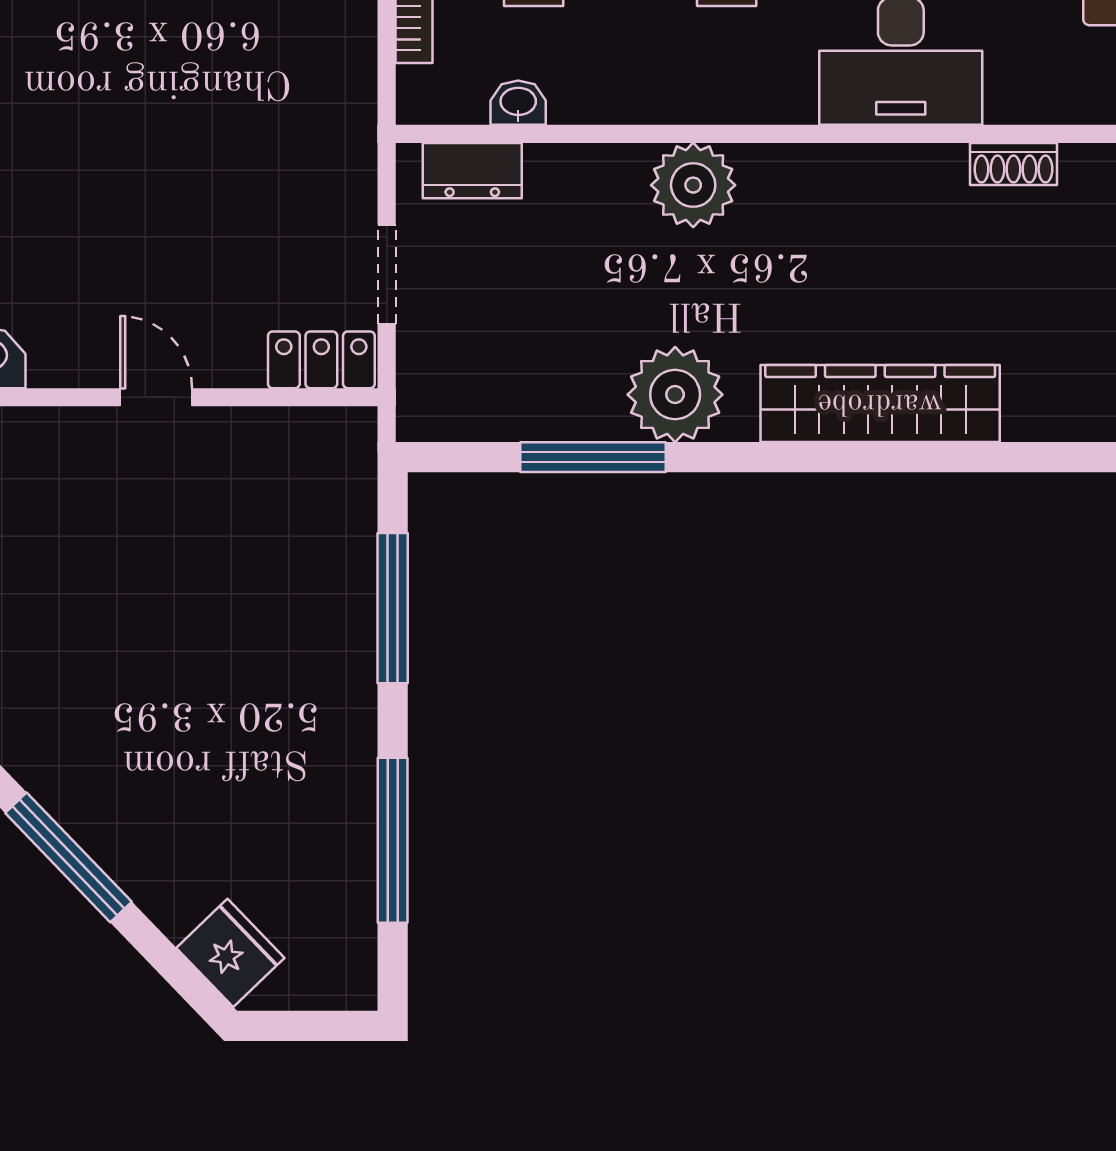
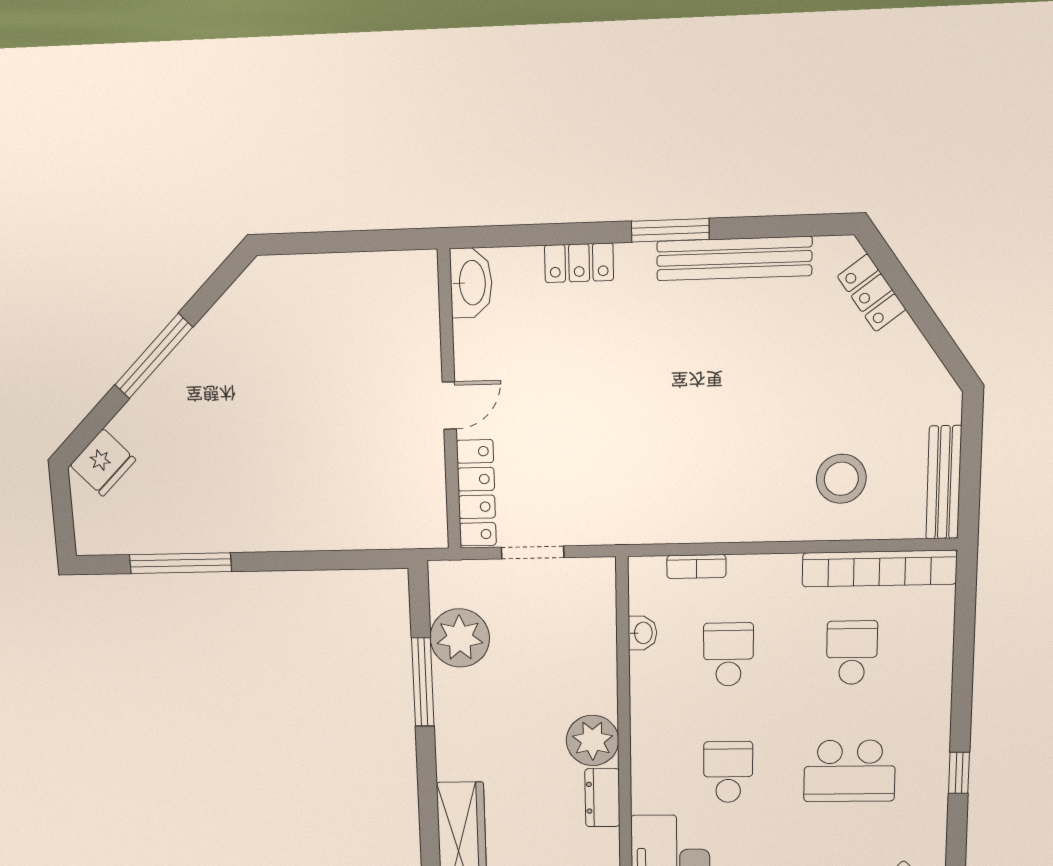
dresser: (472, 171) -> (602, 798), moved
locker: (321, 360) -> (476, 493), width x1.53
plant: (675, 395) -> (460, 638), moved
window: (393, 608) -> (323, 560), removed

